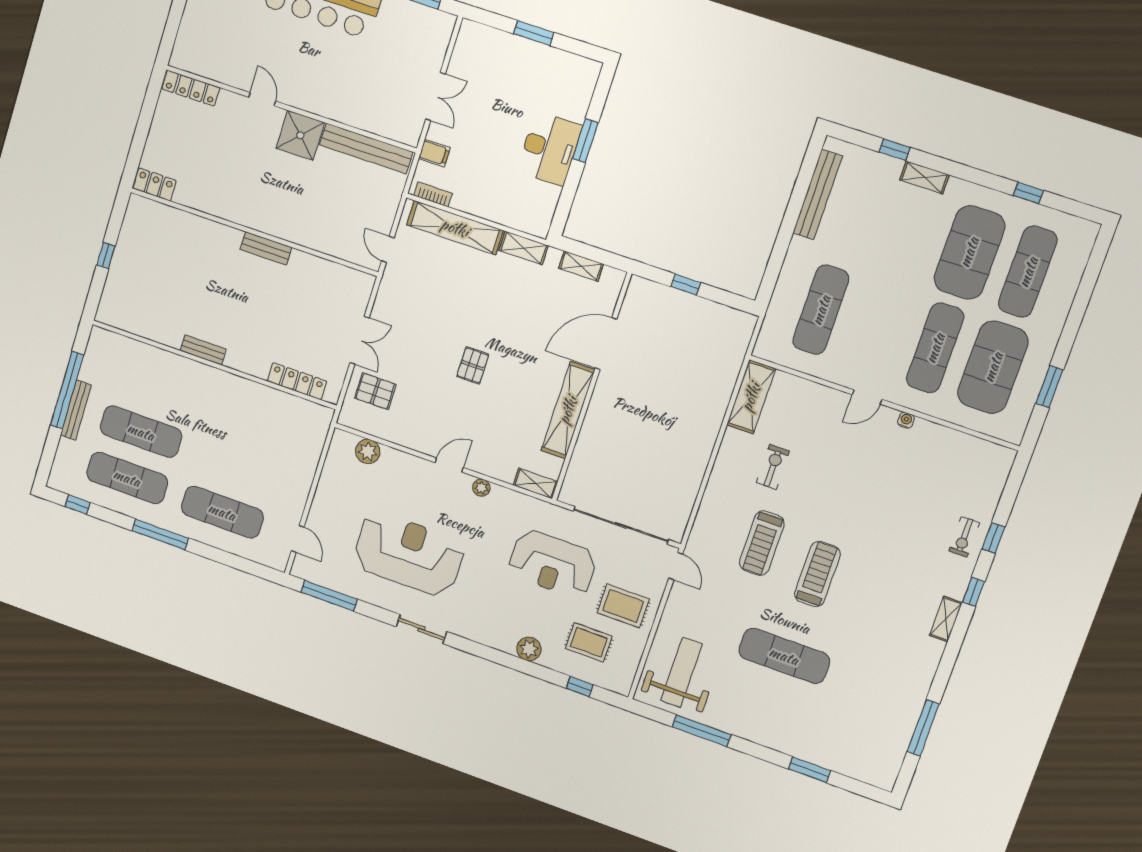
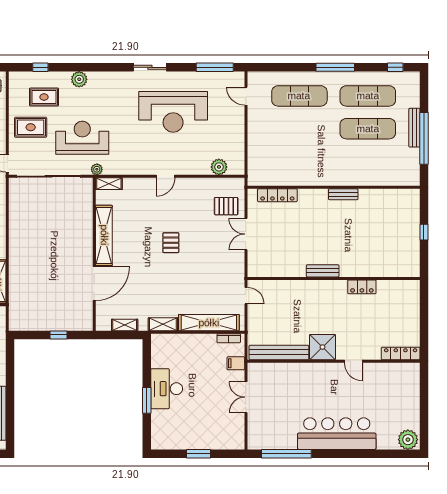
locker: (155, 184) -> (362, 287), moved
plant: (481, 488) -> (97, 169), moved

